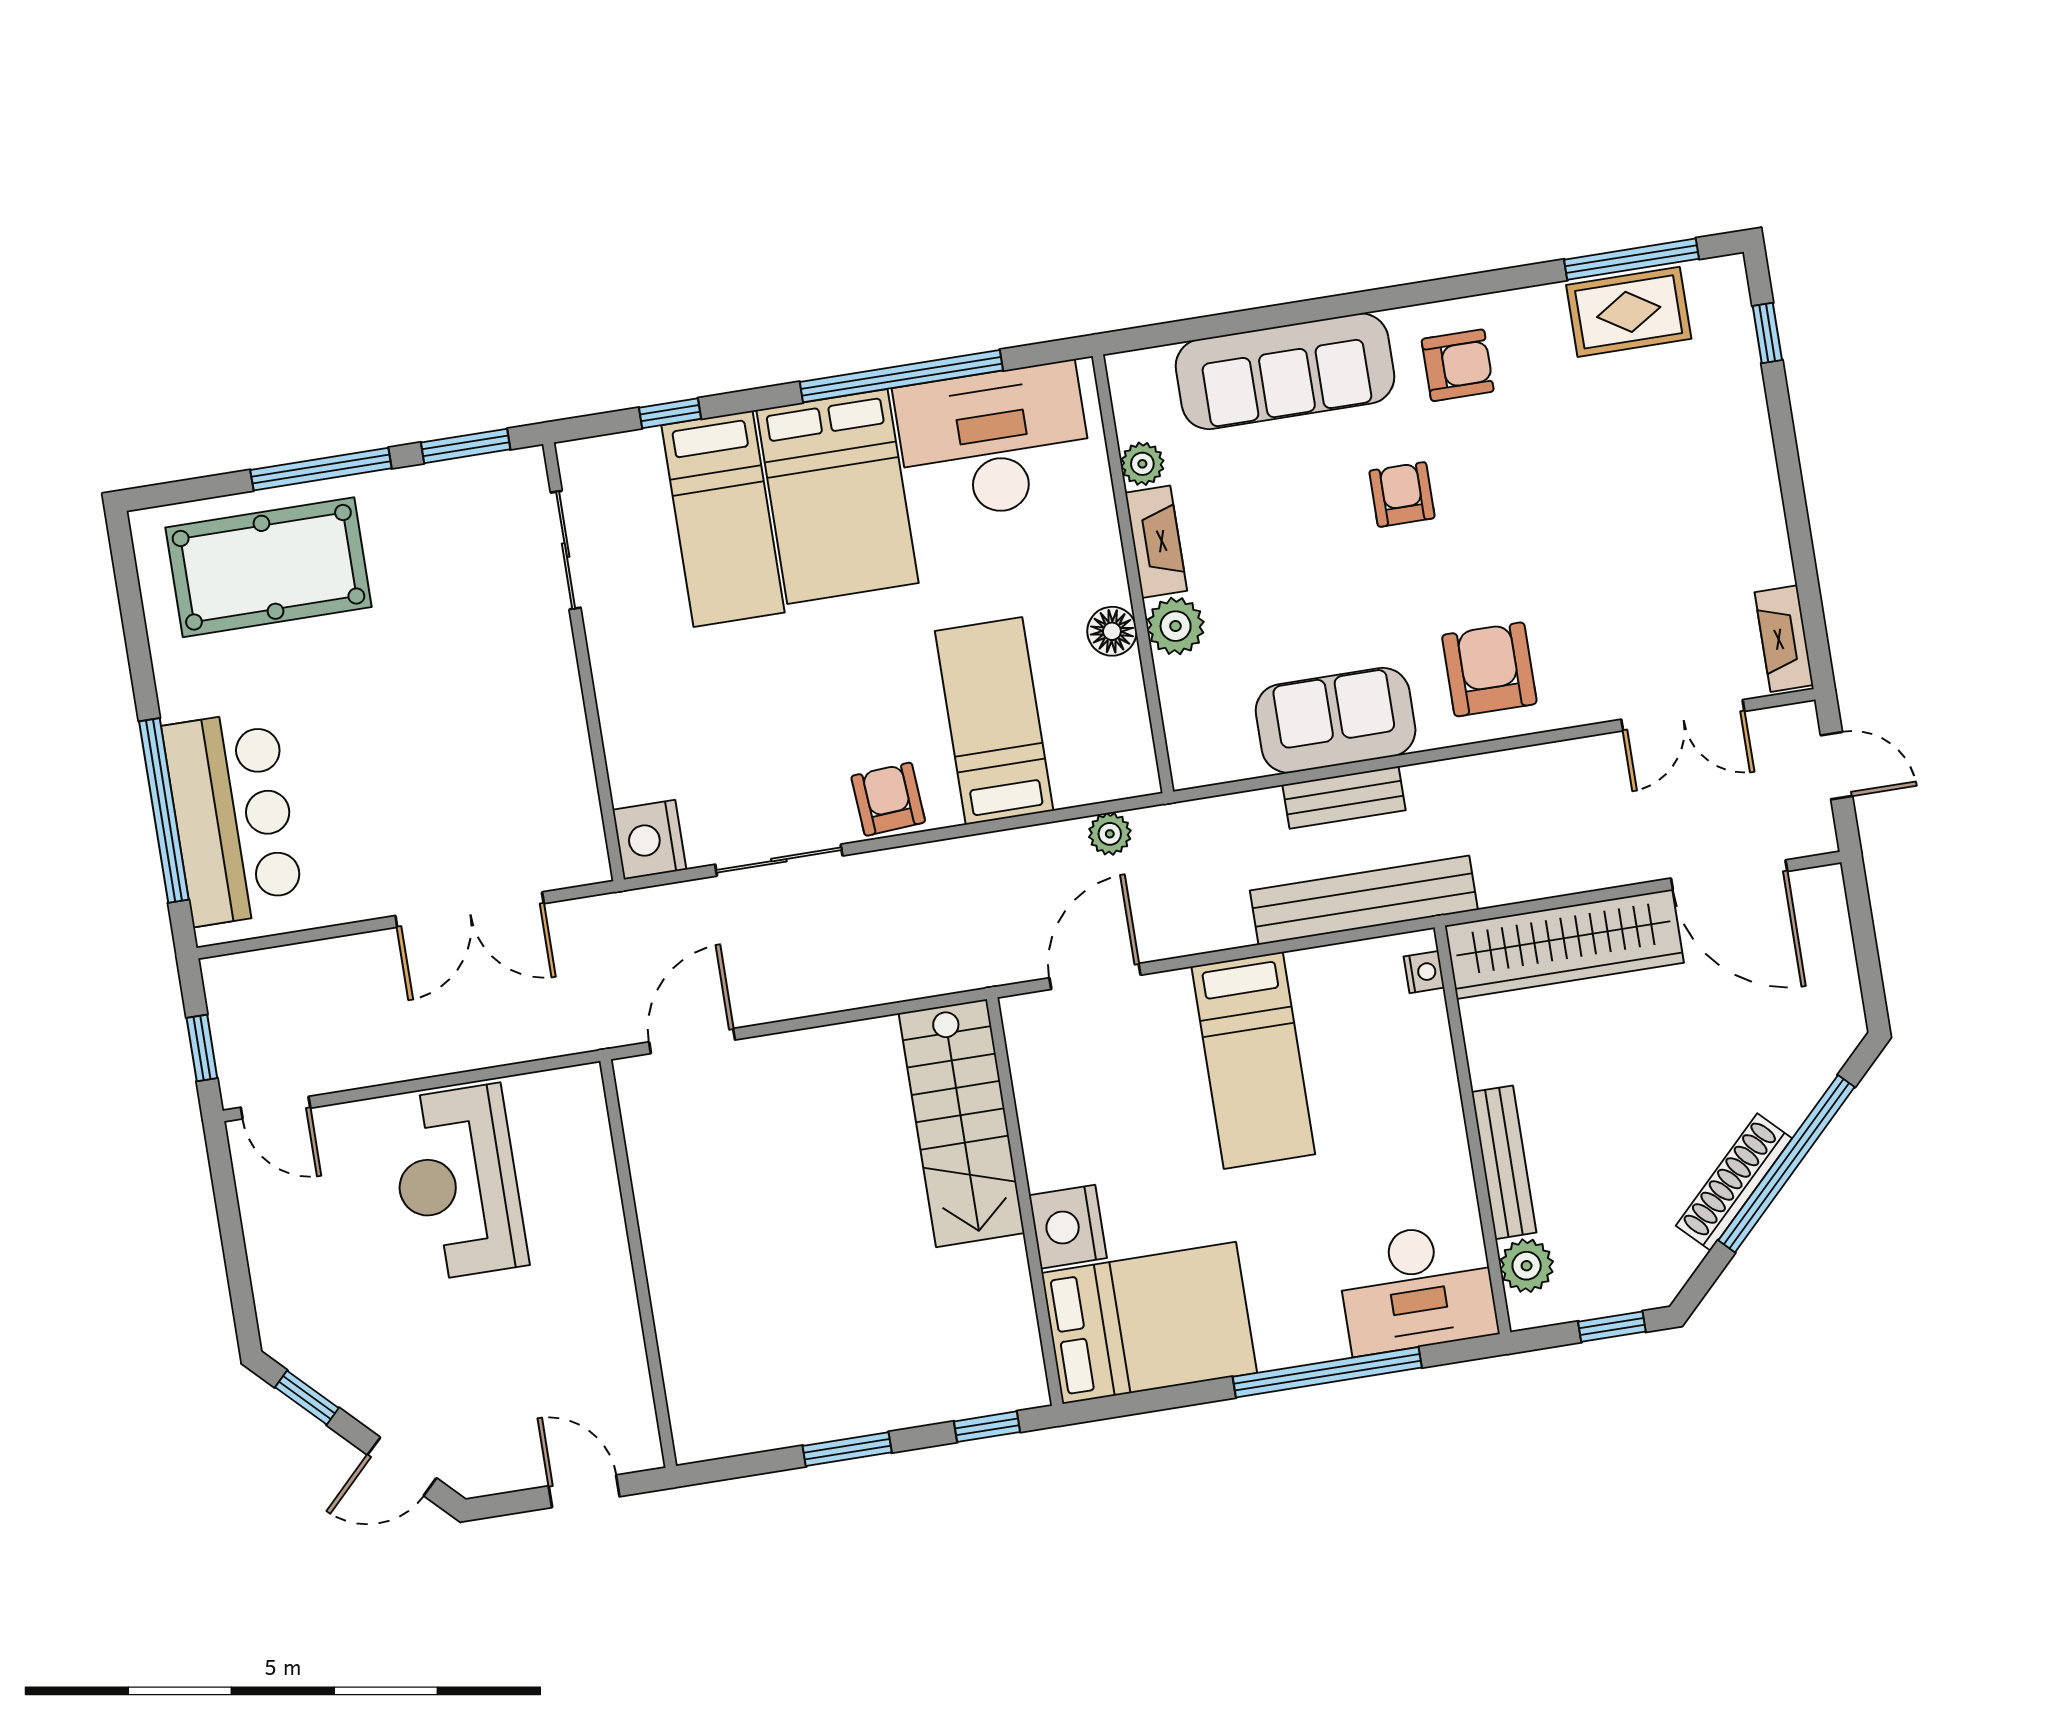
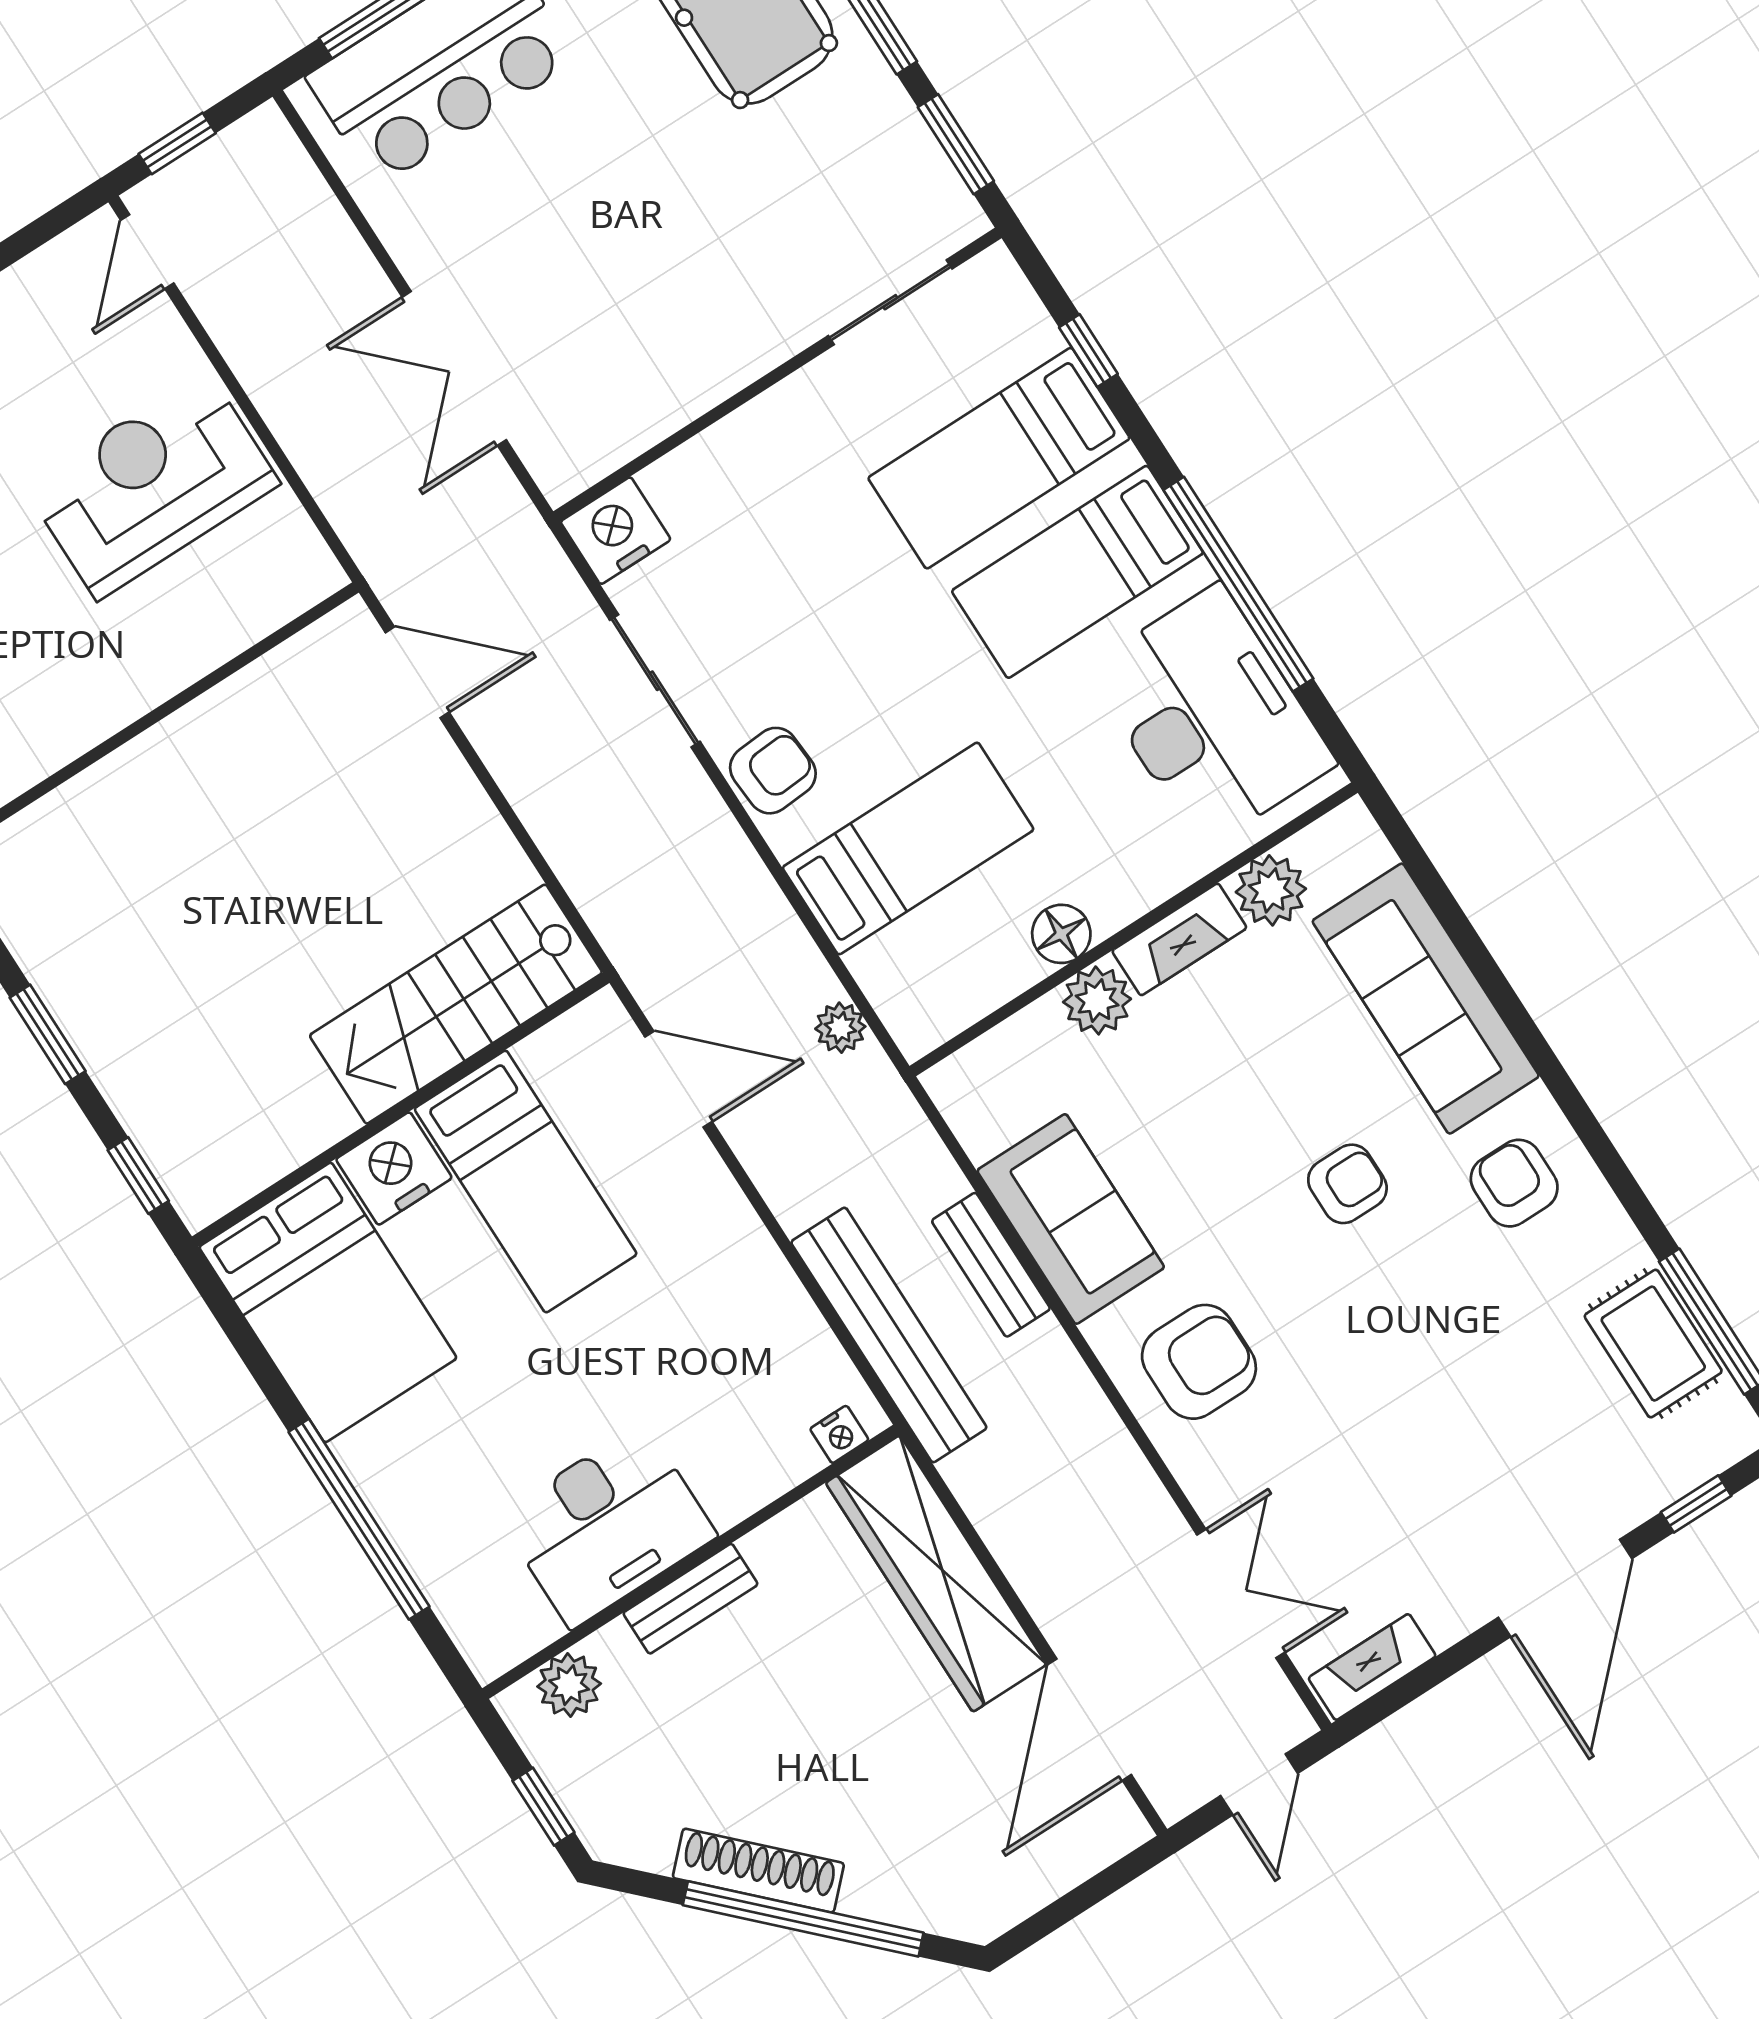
armchair: (1458, 365) -> (1514, 1183), turned 180
door: (1788, 463) -> (1565, 1588), added
plant: (1142, 464) -> (1271, 890), width x1.38, depth x1.38
bed: (837, 496) -> (1077, 572), width x0.67
double door: (1683, 715) -> (1241, 1594), swing flipped
bed: (1253, 1060) -> (526, 1181), moved, turned -90
bench: (1504, 1162) -> (691, 1599), width x0.73
desk: (1417, 1288) -> (607, 1526), moved, turned -90

